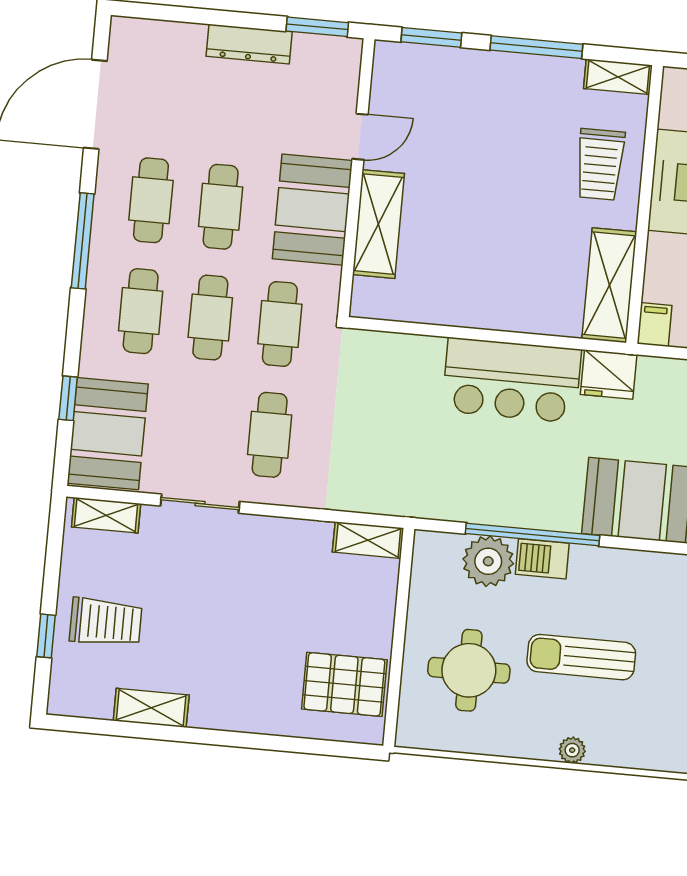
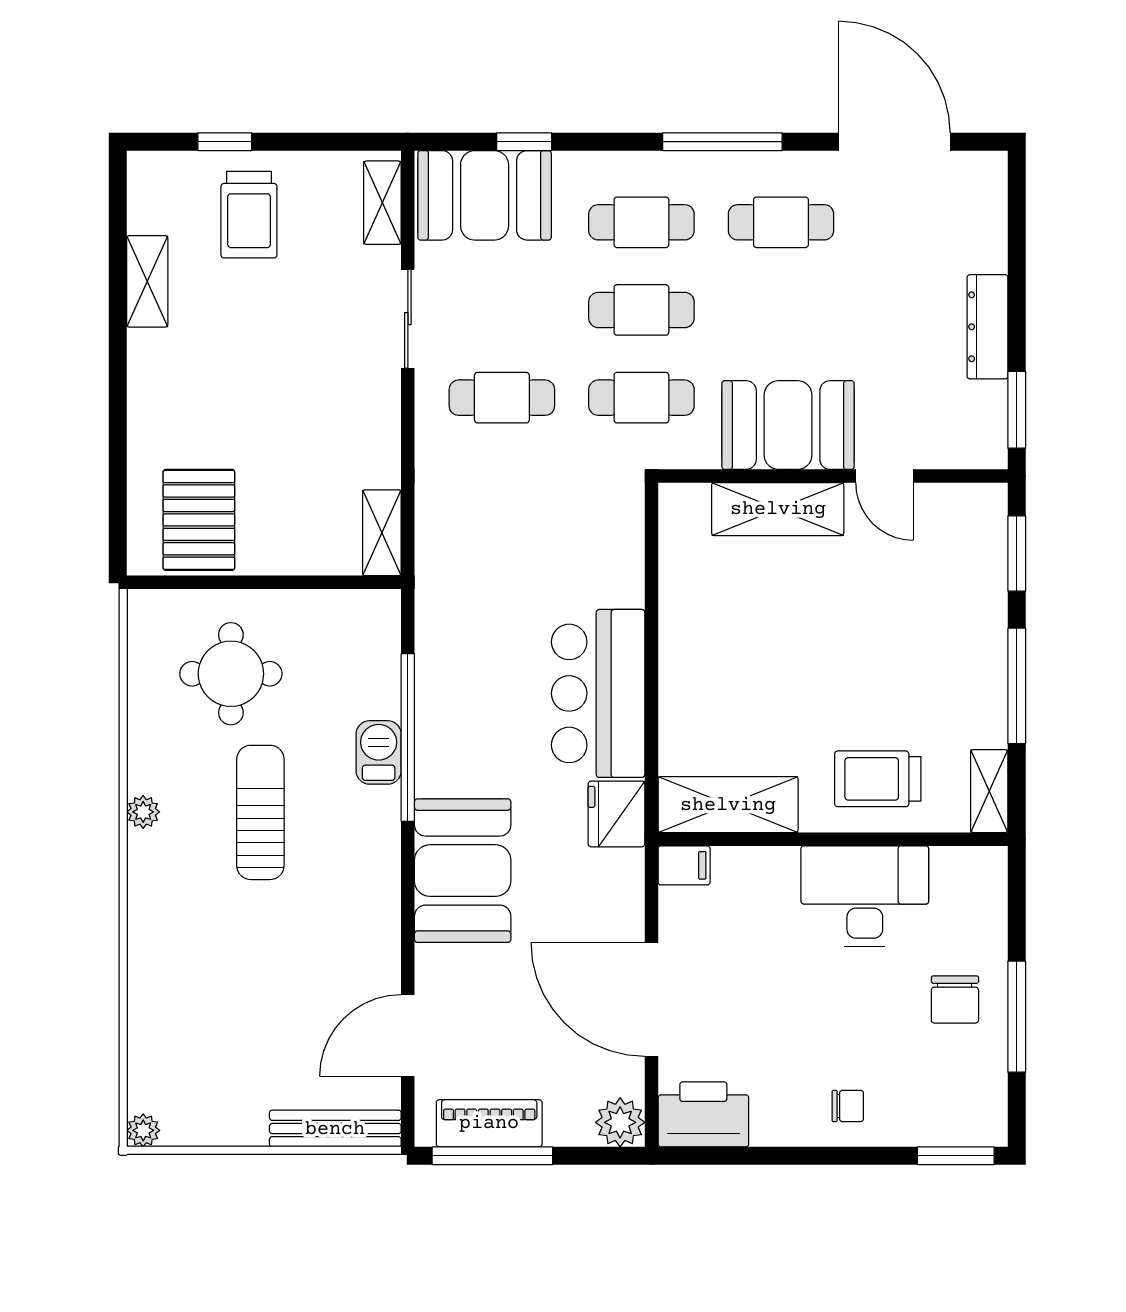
cafe table: (221, 207) -> (781, 310), removed
plant: (488, 561) -> (369, 685), removed

